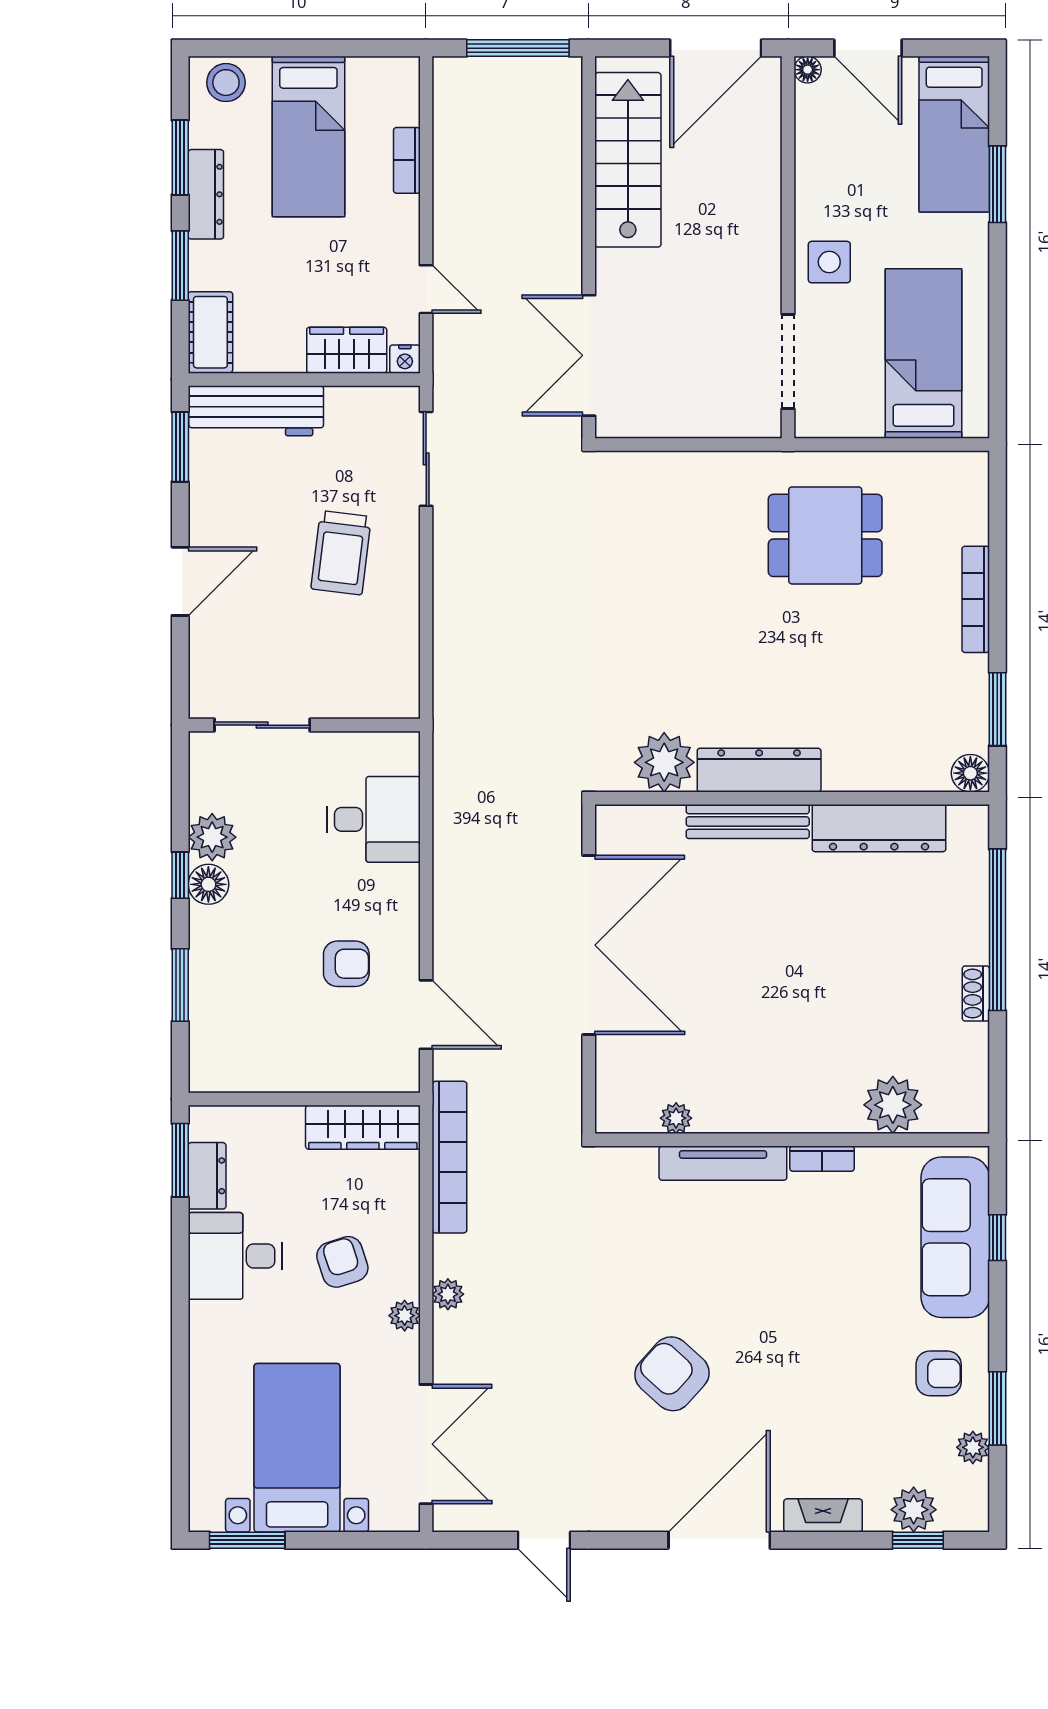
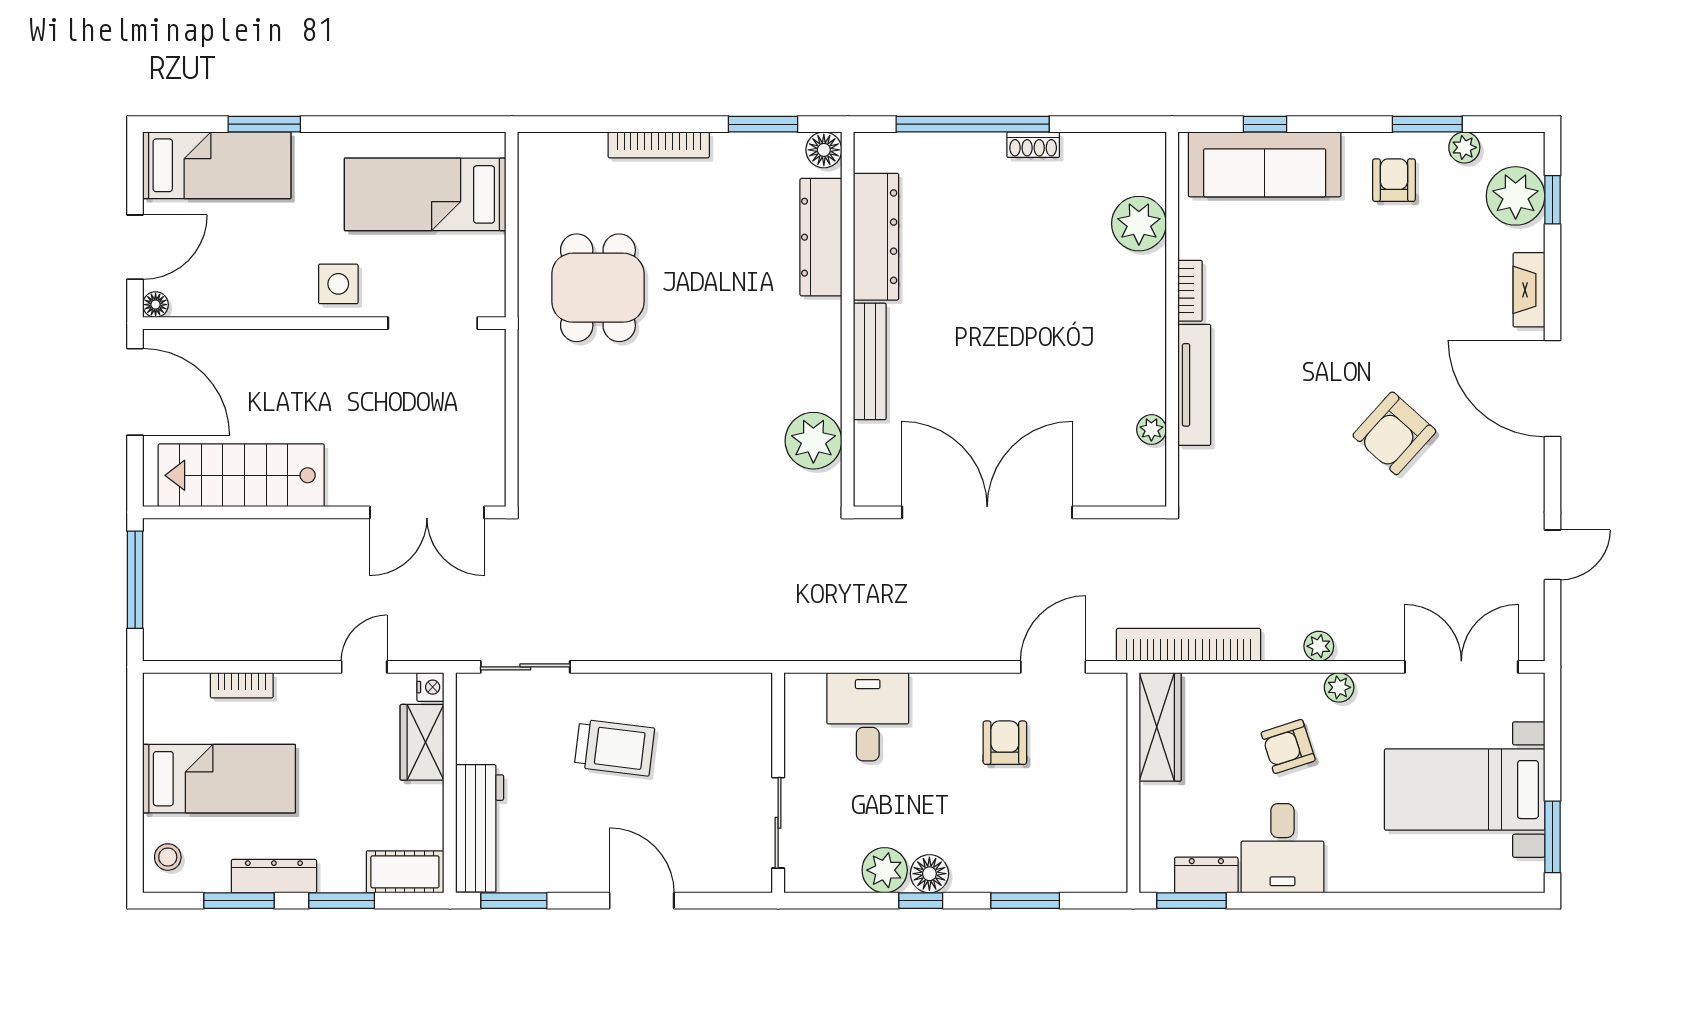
stool: (226, 83) -> (168, 857), width x0.73, depth x0.73
dresser: (759, 770) -> (821, 237), moved
plant: (914, 1510) -> (1516, 196), width x1.36, depth x1.36

